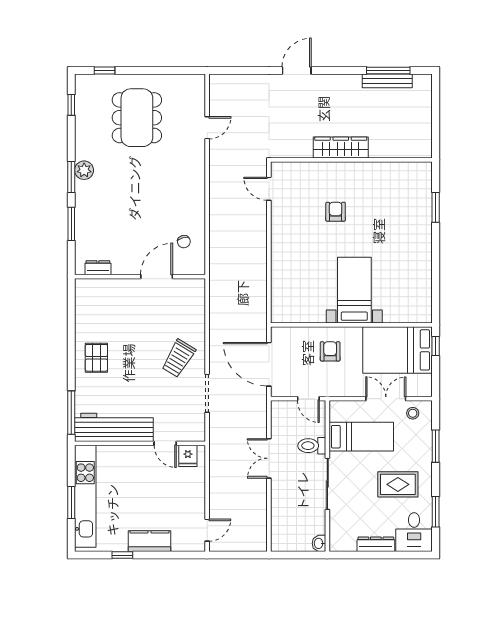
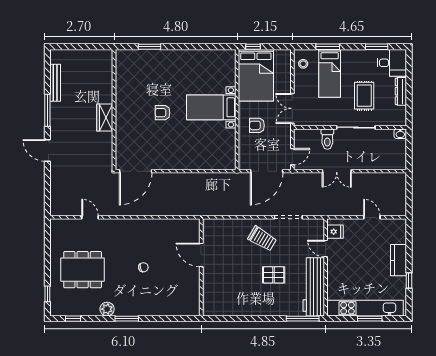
window: (388, 70) -> (47, 110), moved
wardrobe: (341, 148) -> (105, 118), width x0.67
plant: (84, 170) -> (107, 309), moved
door: (269, 189) -> (136, 171), width x1.87
armchair: (336, 212) -> (163, 113), moved
window: (71, 224) -> (162, 319), removed
chair: (184, 242) -> (143, 267), moved
dresser: (98, 268) -> (195, 299), removed
pallet: (96, 358) -> (274, 275), moved
door: (308, 399) -> (292, 157), moved
double door: (386, 399) -> (292, 108), moved
bed: (361, 437) -> (330, 73), moved, turned 180
door: (165, 443) -> (326, 249), swing flipped
rug: (398, 484) -> (364, 96), moved
door: (207, 530) -> (372, 217), moved

